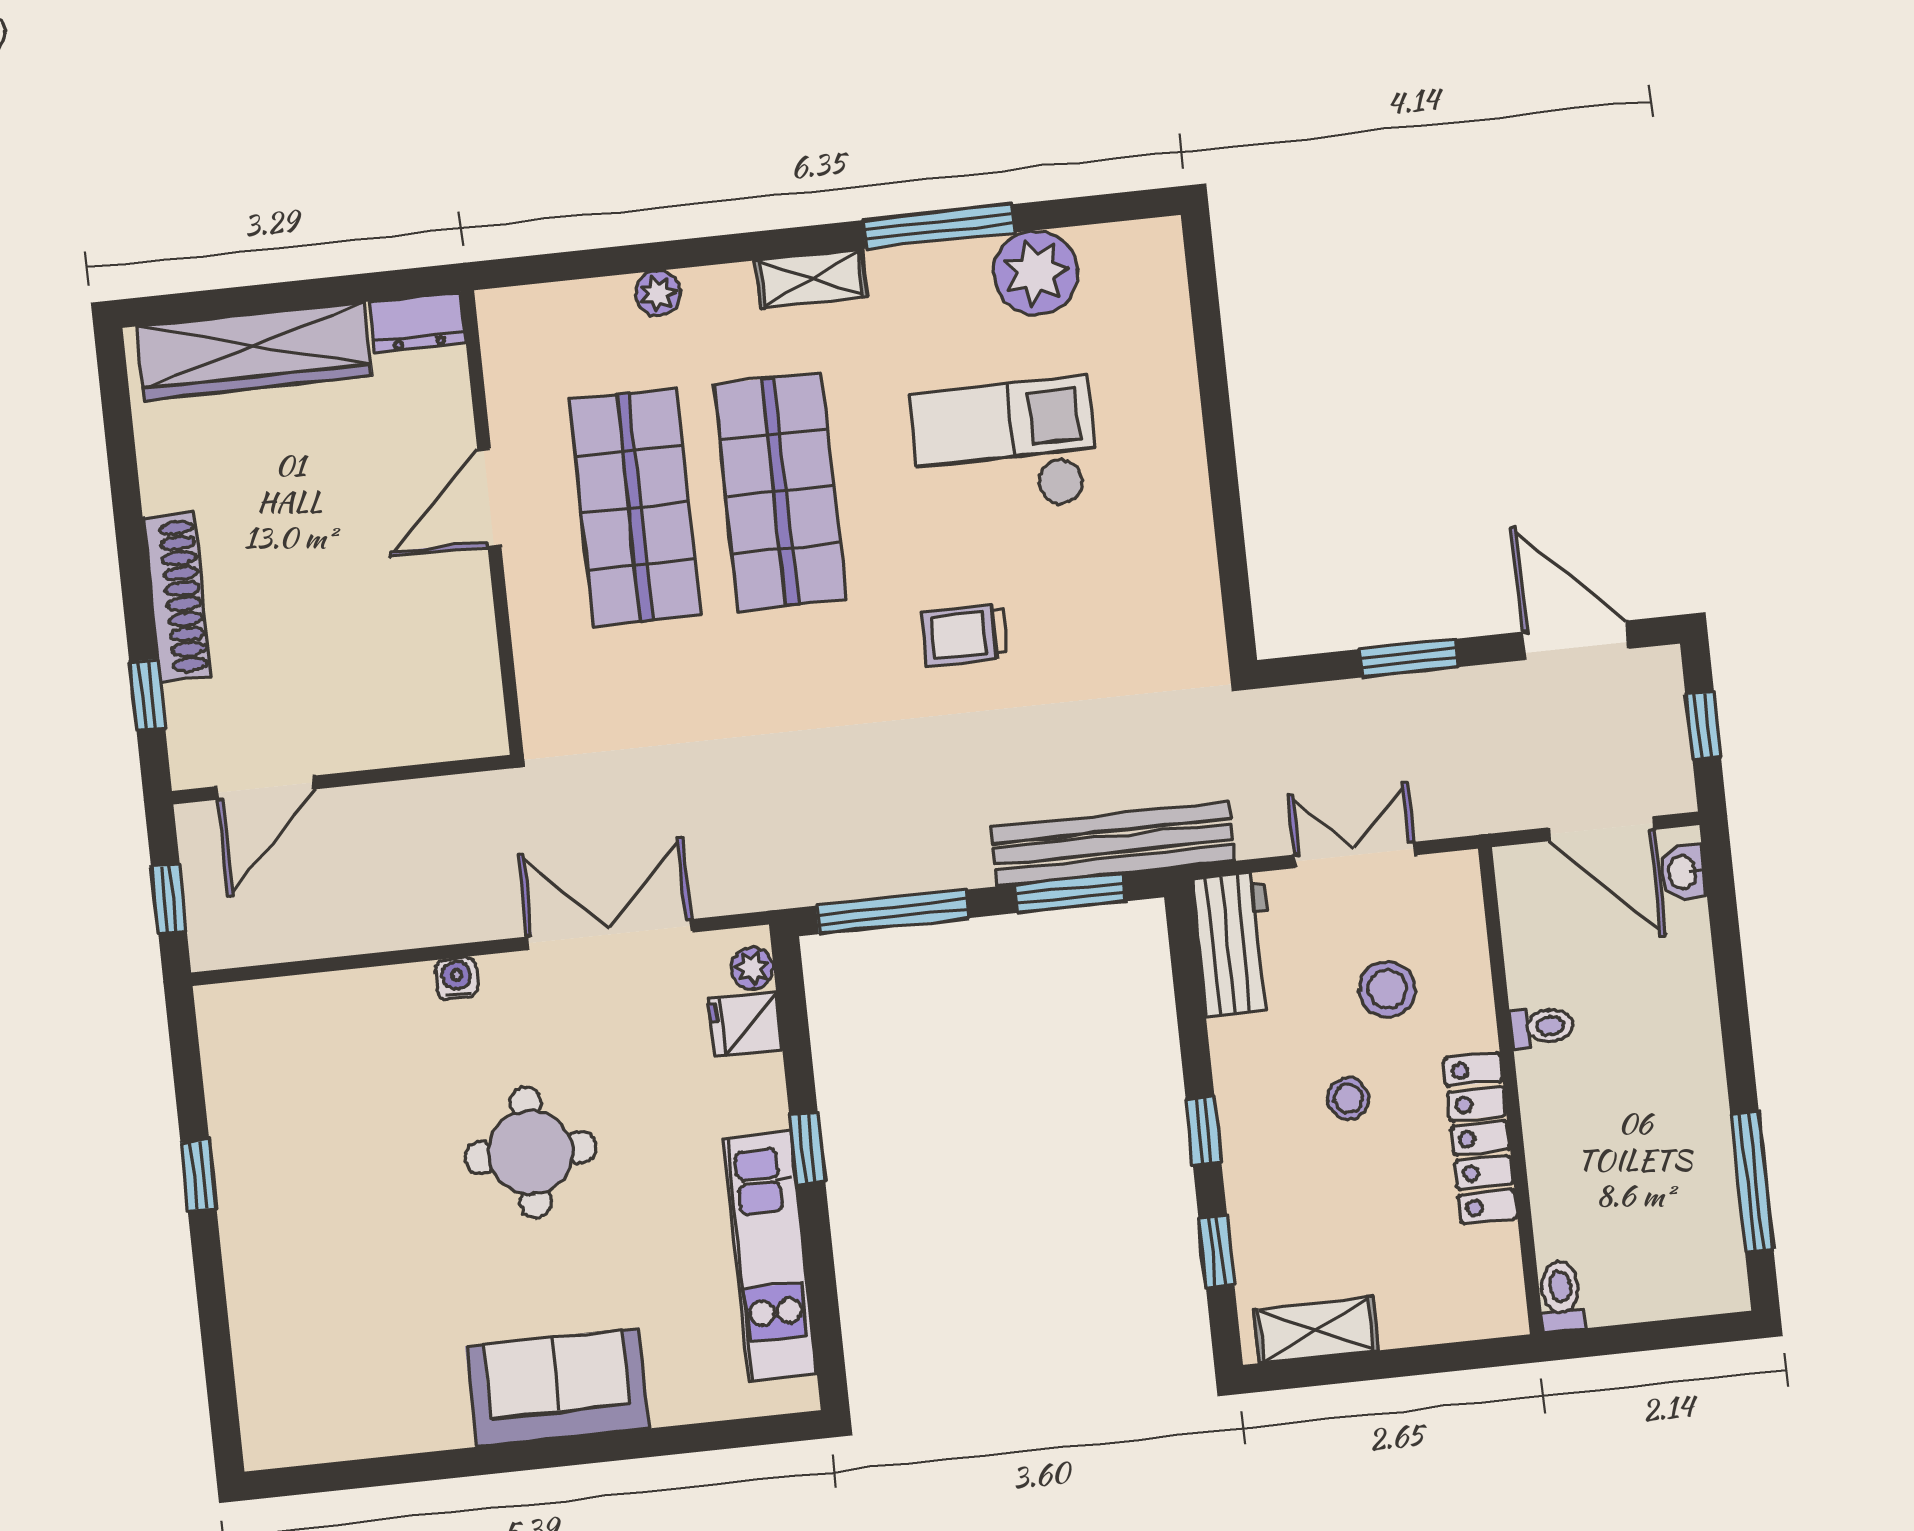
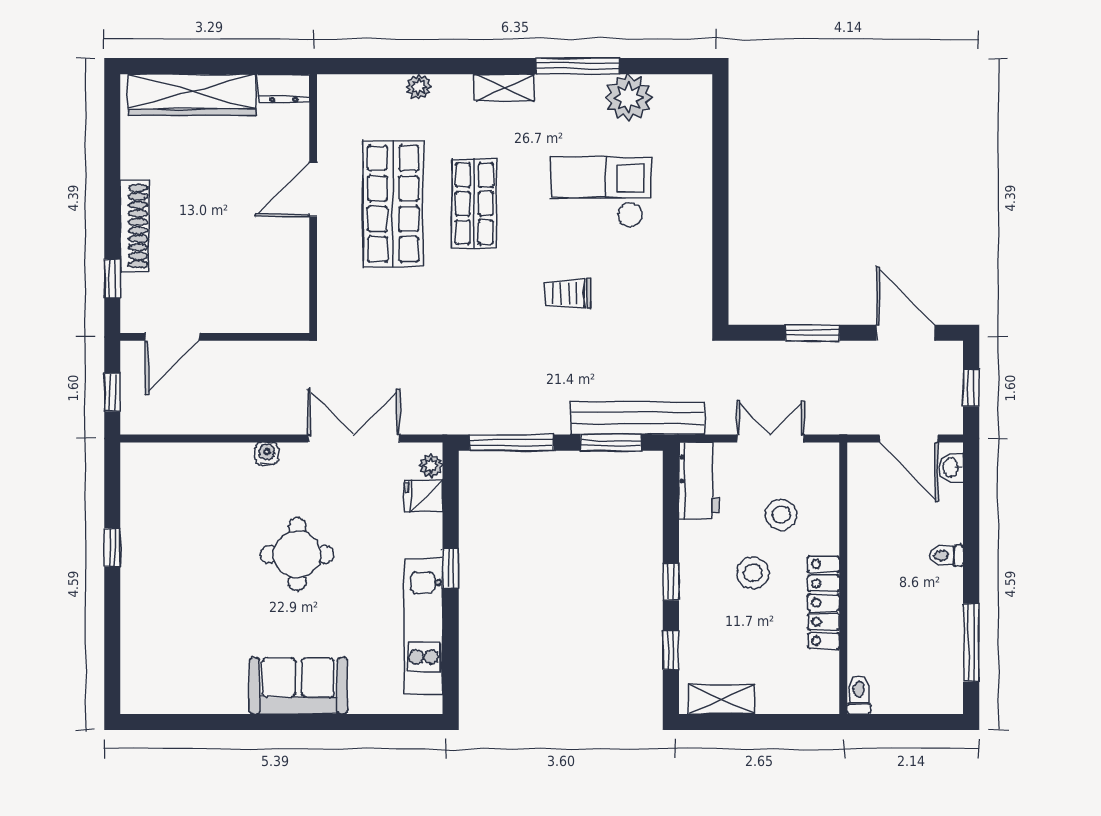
shop shelf: (780, 492) -> (474, 204), width x0.70, depth x0.74
toilet: (1542, 1027) -> (946, 556), moved, turned 180
stool: (1348, 1099) -> (753, 573), width x1.37, depth x1.37

